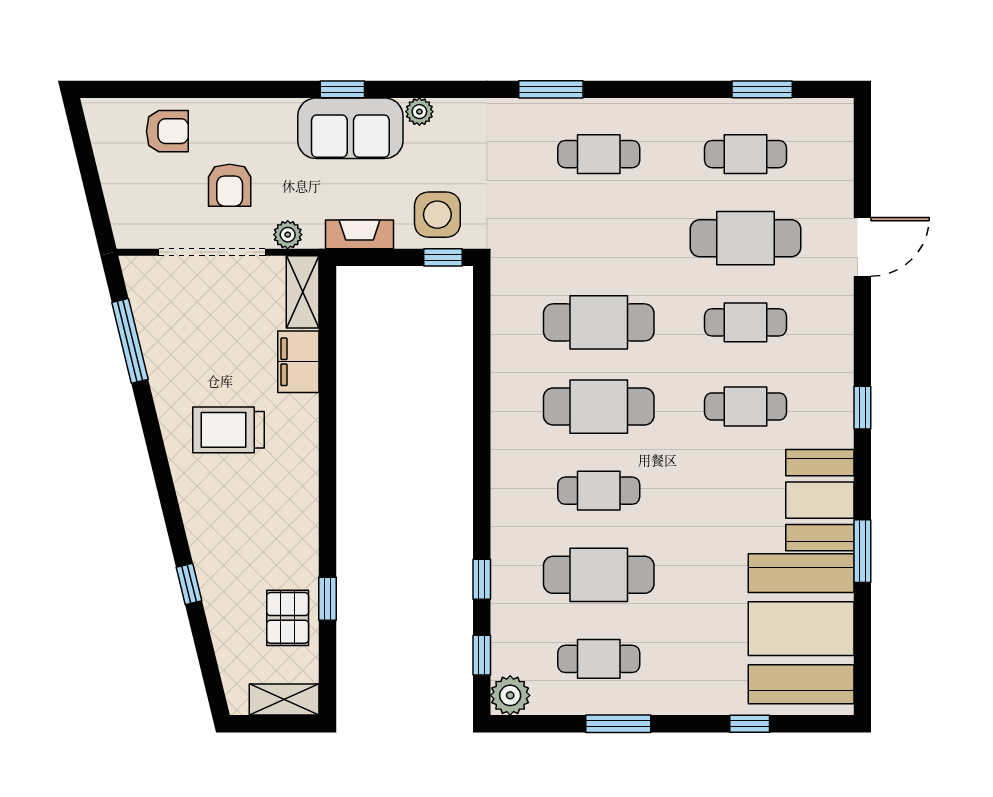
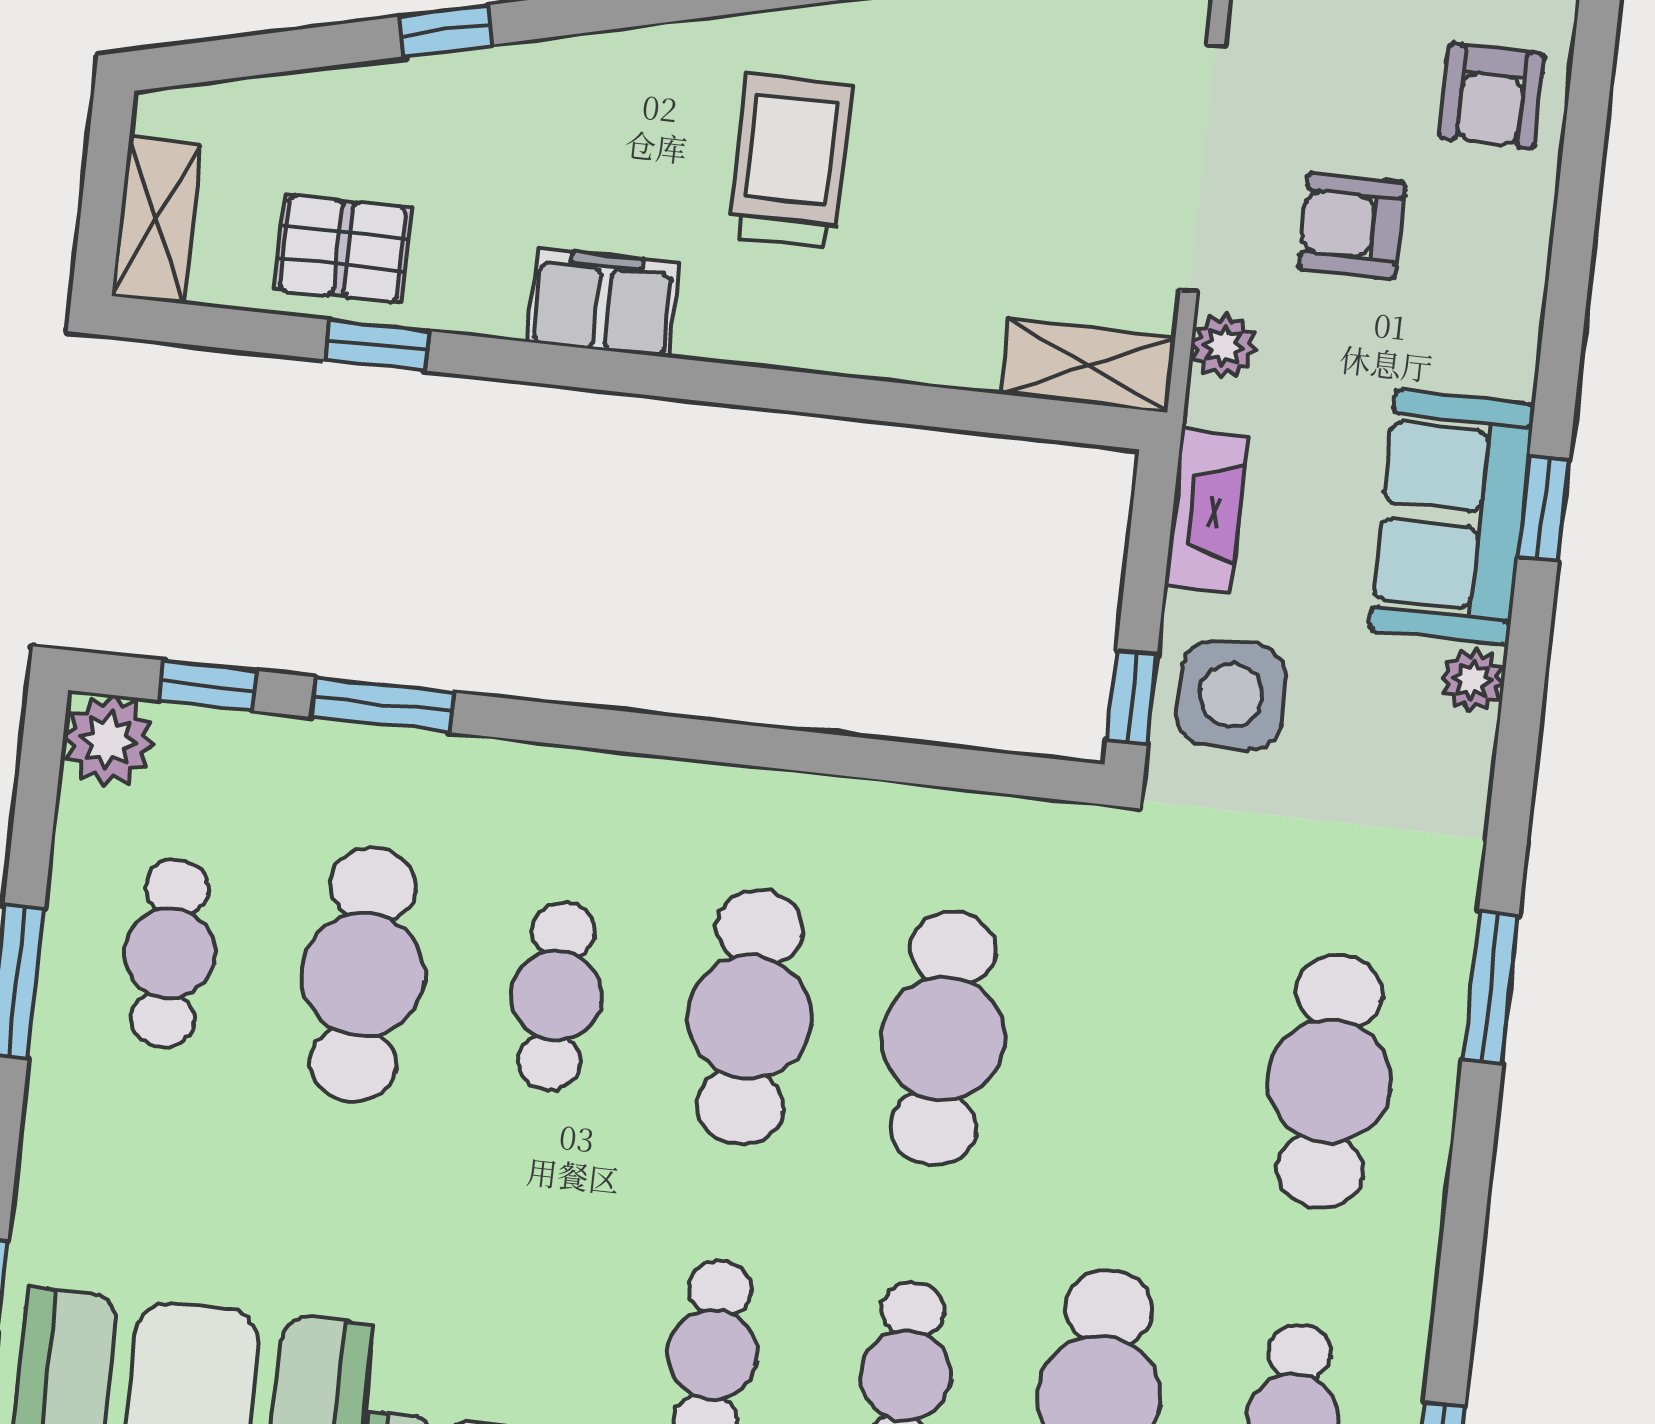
cafe table: (599, 154) -> (1330, 1081), width x1.37, depth x1.35
filing cabinet: (298, 362) -> (603, 302), moved
window: (482, 579) -> (382, 705), width x1.50

